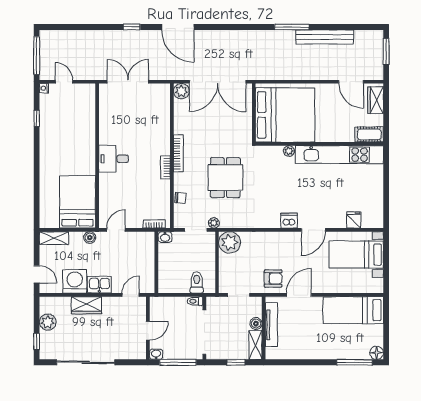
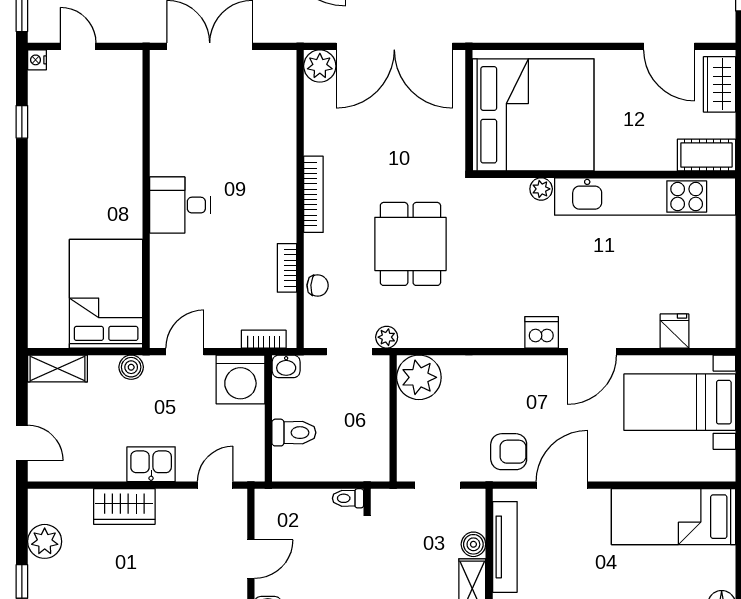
bookcase: (165, 167) -> (287, 268), moved
washing machine: (75, 281) -> (240, 379), moved, turned 180
toilet: (197, 282) -> (294, 433), moved, turned 90

